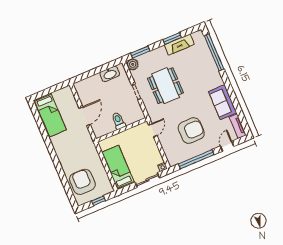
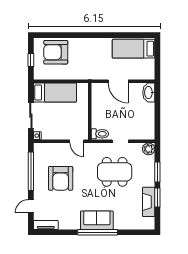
window: (140, 52) -> (157, 172), moved
window: (214, 52) -> (98, 232), moved
washbasin: (110, 74) -> (149, 93), moved
sofa: (223, 102) -> (97, 220), moved
toilet: (118, 121) -> (100, 134), moved
door: (227, 146) -> (31, 206), swing flipped
armchair: (82, 182) -> (56, 52), turned 180

